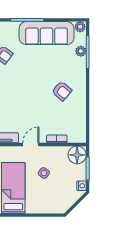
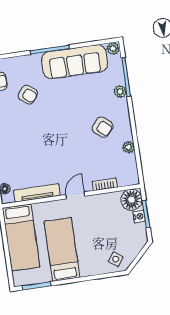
plant: (81, 51) -> (120, 91), moved
plant: (81, 111) -> (128, 147), added
side table: (44, 173) -> (116, 259), moved
nightstand: (81, 186) -> (139, 216), moved

